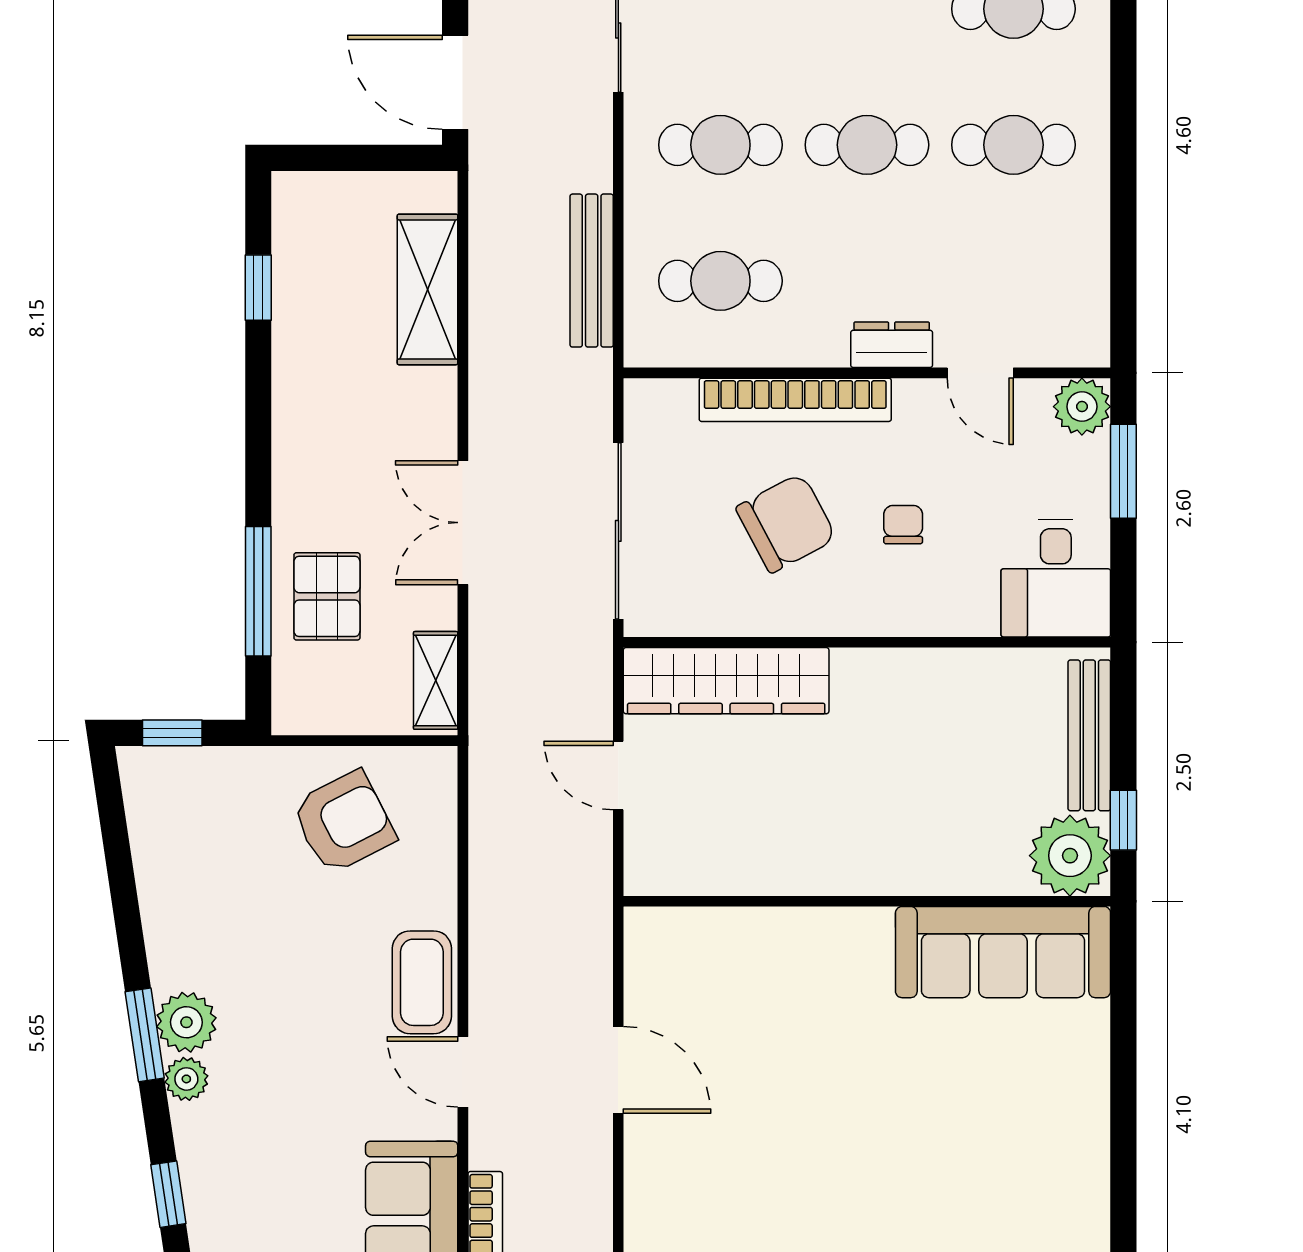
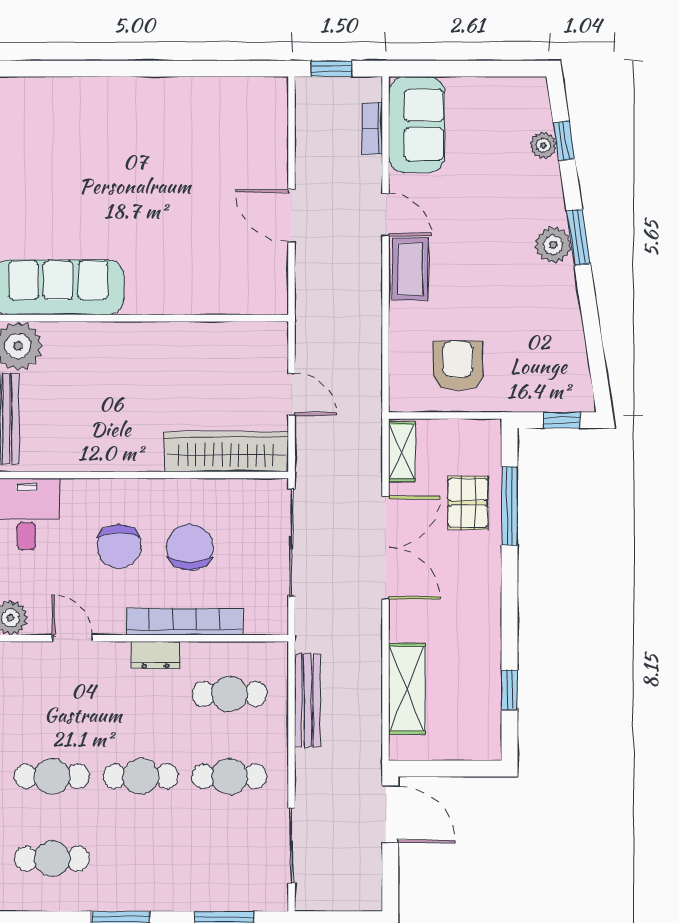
dresser: (892, 345) -> (156, 655), moved
double door: (463, 523) -> (386, 548), width x1.37
chair: (786, 523) -> (190, 547), turned 118
chair: (903, 525) -> (119, 546), width x1.87, depth x1.87
armchair: (343, 822) -> (458, 366), turned 117
plant: (186, 1079) -> (543, 145), moved

